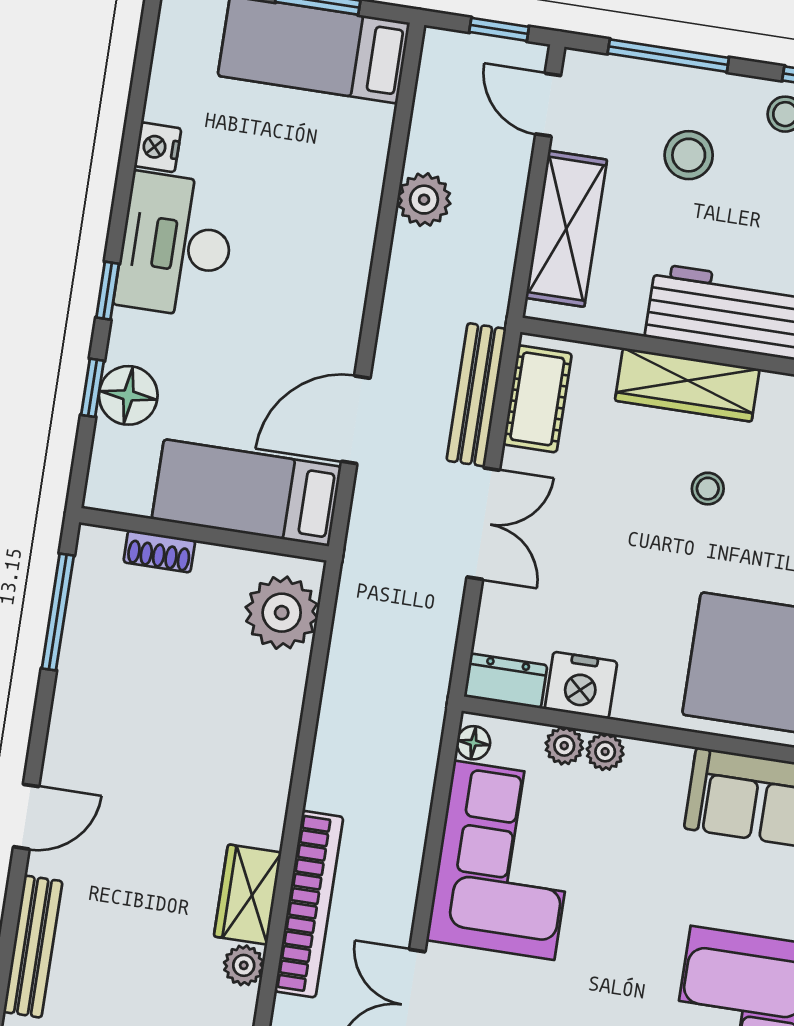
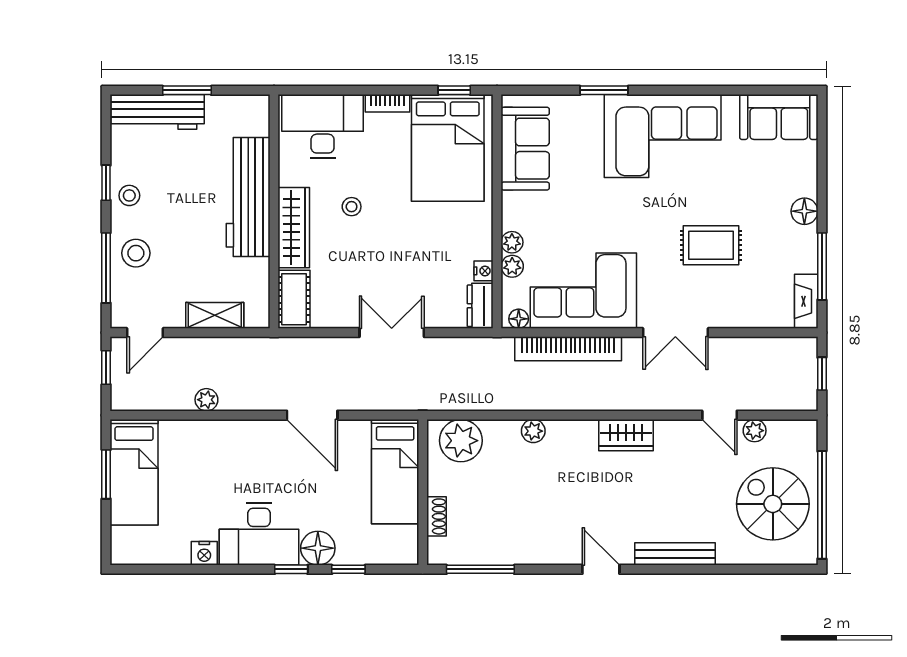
stool: (689, 155) -> (136, 253), moved
plant: (424, 200) -> (206, 400), width x0.73, depth x0.73
shelving: (566, 229) -> (215, 315), width x0.67, depth x0.75
floor lamp: (128, 395) -> (318, 548), moved
bench: (476, 395) -> (318, 348), removed
cot: (537, 399) -> (294, 299), moved, turned 90
door: (356, 420) -> (312, 415), moved
nightstand: (581, 685) -> (483, 271), width x0.53, depth x0.56
bookcase: (309, 904) -> (568, 349), moved, turned 180
plant: (244, 965) -> (533, 431), moved

